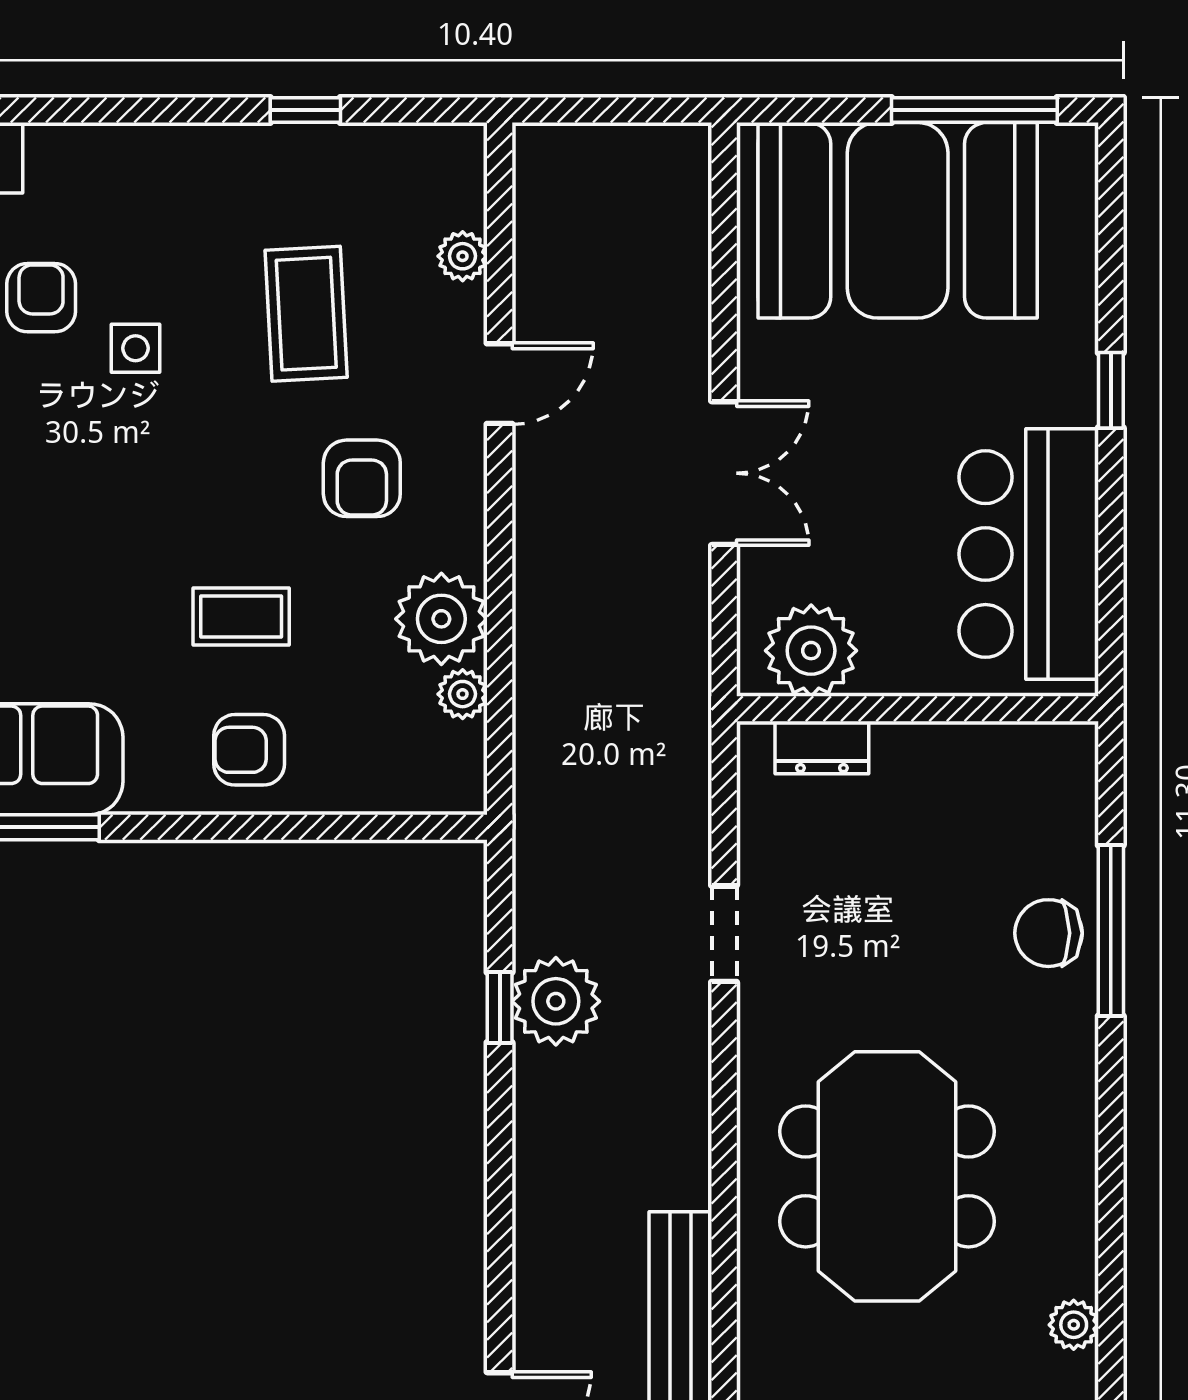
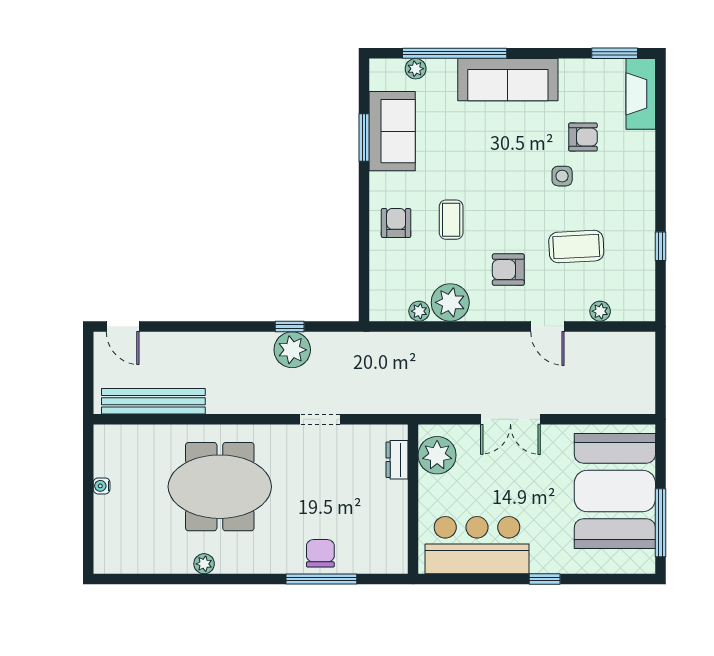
plant: (1074, 1325) -> (204, 564), moved

